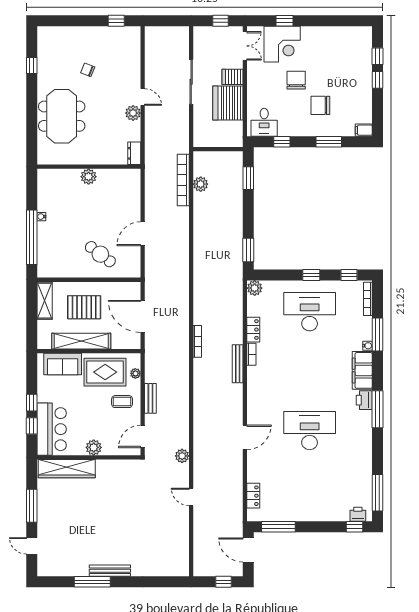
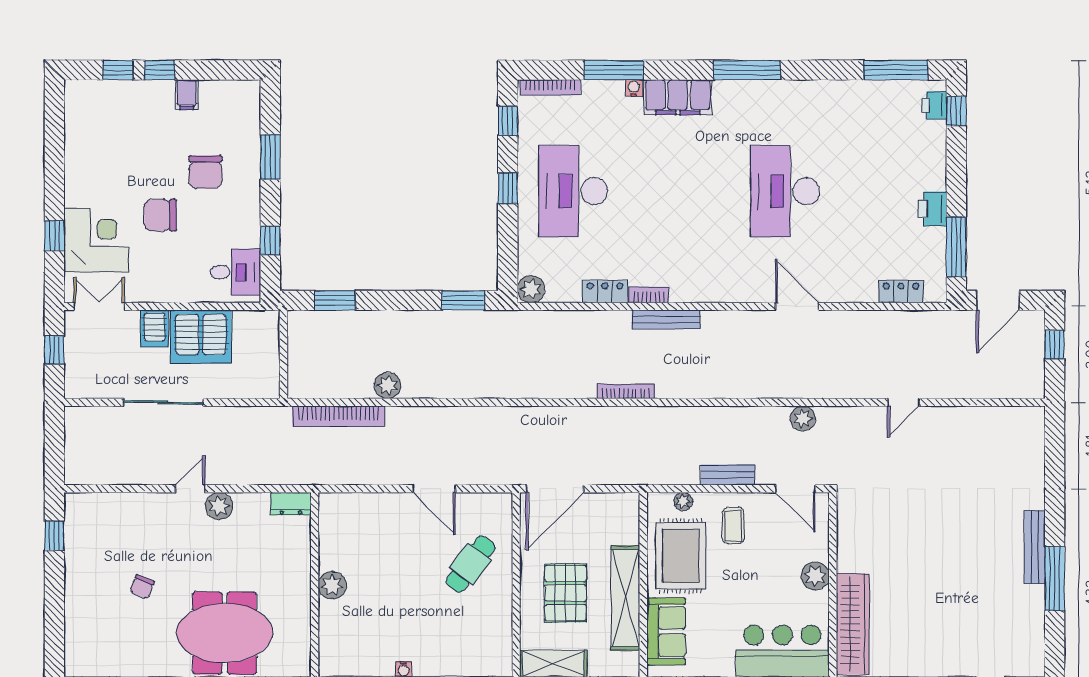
filing cabinet: (364, 130) -> (187, 95), moved
plant: (201, 184) -> (388, 386), moved
door: (143, 316) -> (555, 489), moved
printer: (364, 400) -> (933, 209), moved, turned 90
plant: (182, 456) -> (803, 418), moved

